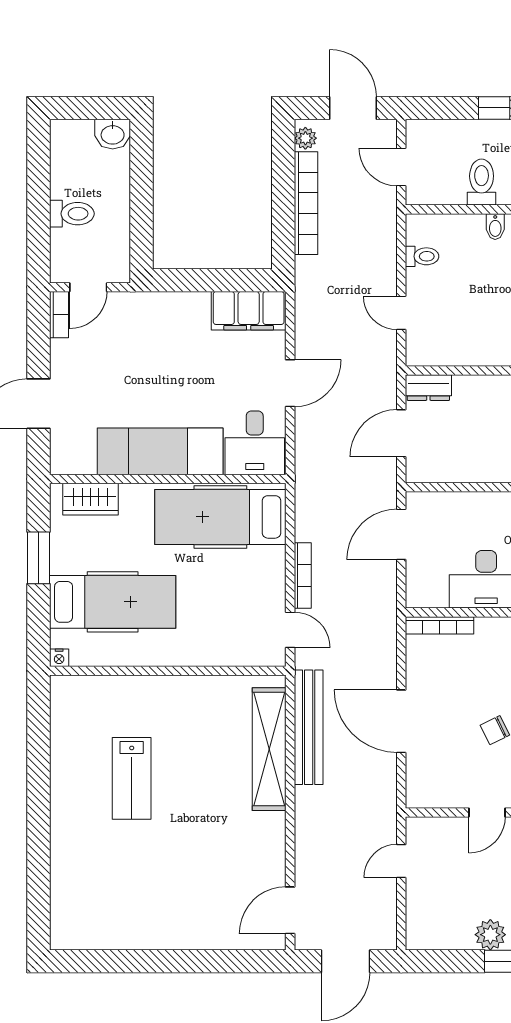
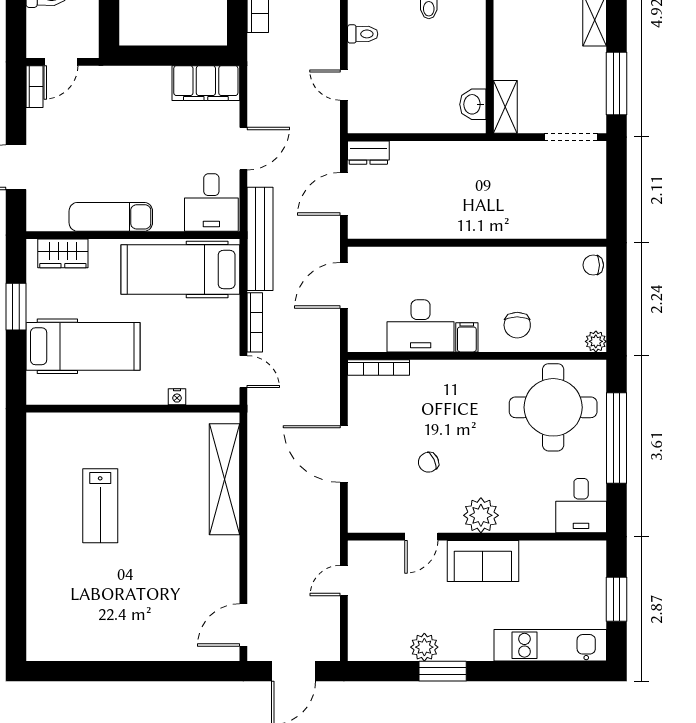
exam couch: (160, 451) -> (111, 217), width x0.73, depth x0.69
nightstand: (59, 658) -> (177, 397), moved
bench: (309, 727) -> (260, 239), moved

